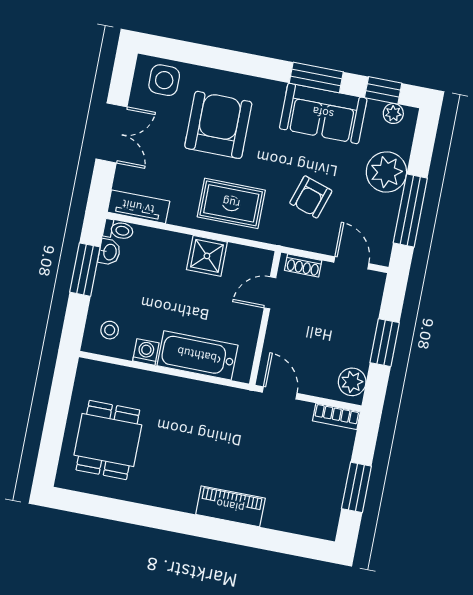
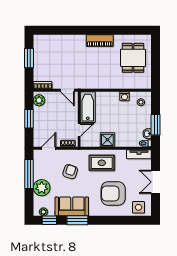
armchair: (218, 125) -> (113, 194), turned 90
door: (351, 263) -> (49, 148), swing flipped
bathtub: (197, 355) -> (88, 107), moved, turned -90
piano: (230, 506) -> (100, 41), moved

